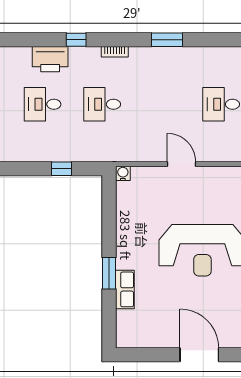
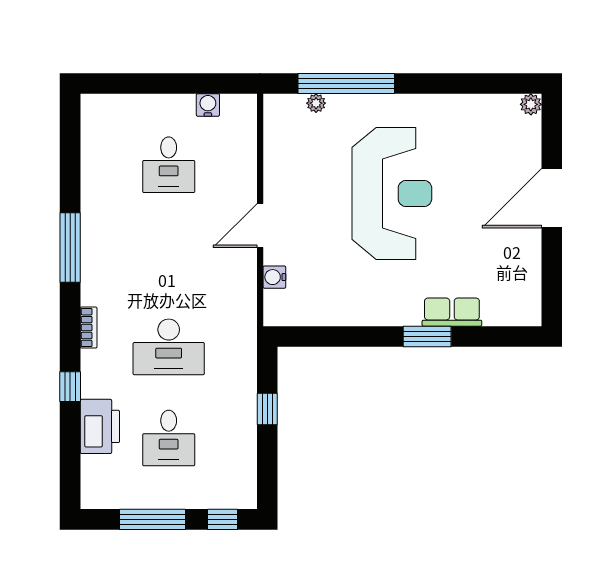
window: (167, 40) -> (70, 248), width x1.44
desk: (102, 104) -> (169, 347), width x1.37
water cooler: (123, 173) -> (274, 277), moved

